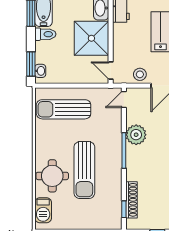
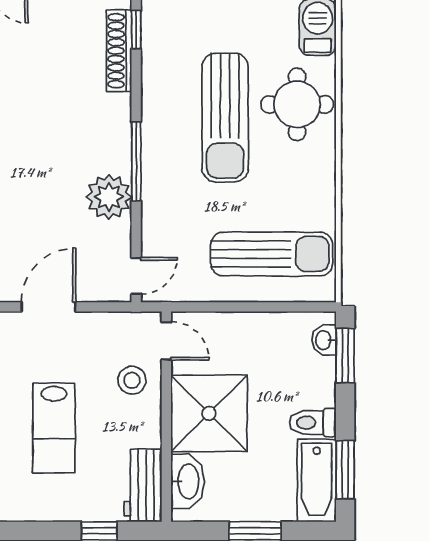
stool: (140, 74) -> (132, 380), moved
sun lounger: (84, 170) -> (225, 118), turned 180

